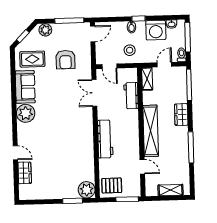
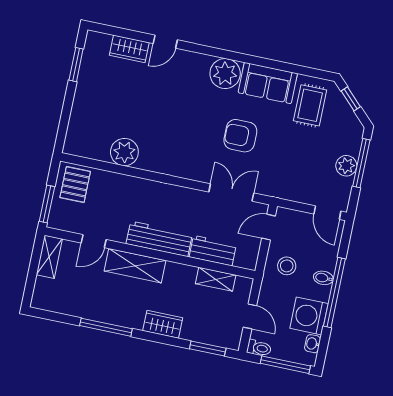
window: (138, 19) -> (334, 292), width x3.17
window: (69, 21) -> (361, 163), moved
plant: (45, 30) -> (346, 166), moved
armchair: (65, 60) -> (240, 136), moved
shelving: (147, 79) -> (216, 279), moved
window: (189, 85) -> (208, 348), width x0.69
shelving: (151, 131) -> (135, 266), width x0.68
workbench: (105, 139) -> (159, 239), moved, turned 180
plant: (87, 190) -> (124, 152), moved
shelving: (171, 190) -> (49, 257), moved
window: (73, 201) -> (76, 65), moved

